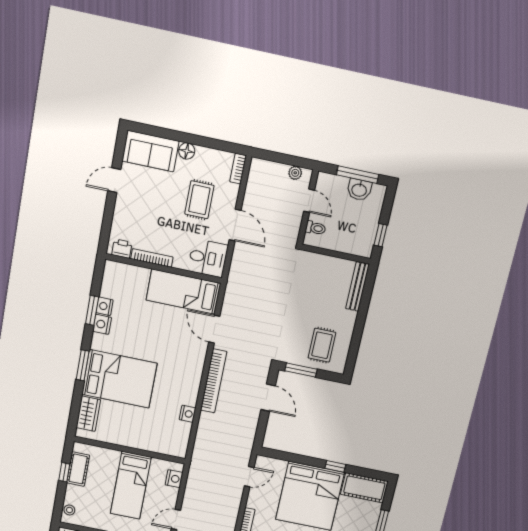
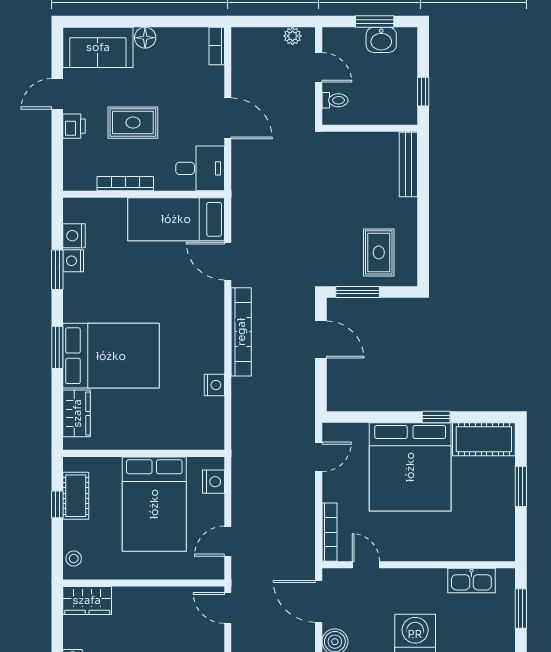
window: (358, 175) -> (375, 21), width x0.69
rug: (199, 200) -> (133, 123), moved, turned 90
printer: (122, 249) -> (74, 126), moved, turned 90
nightstand: (102, 324) -> (74, 236), moved
bed: (131, 485) -> (154, 504), width x1.50

